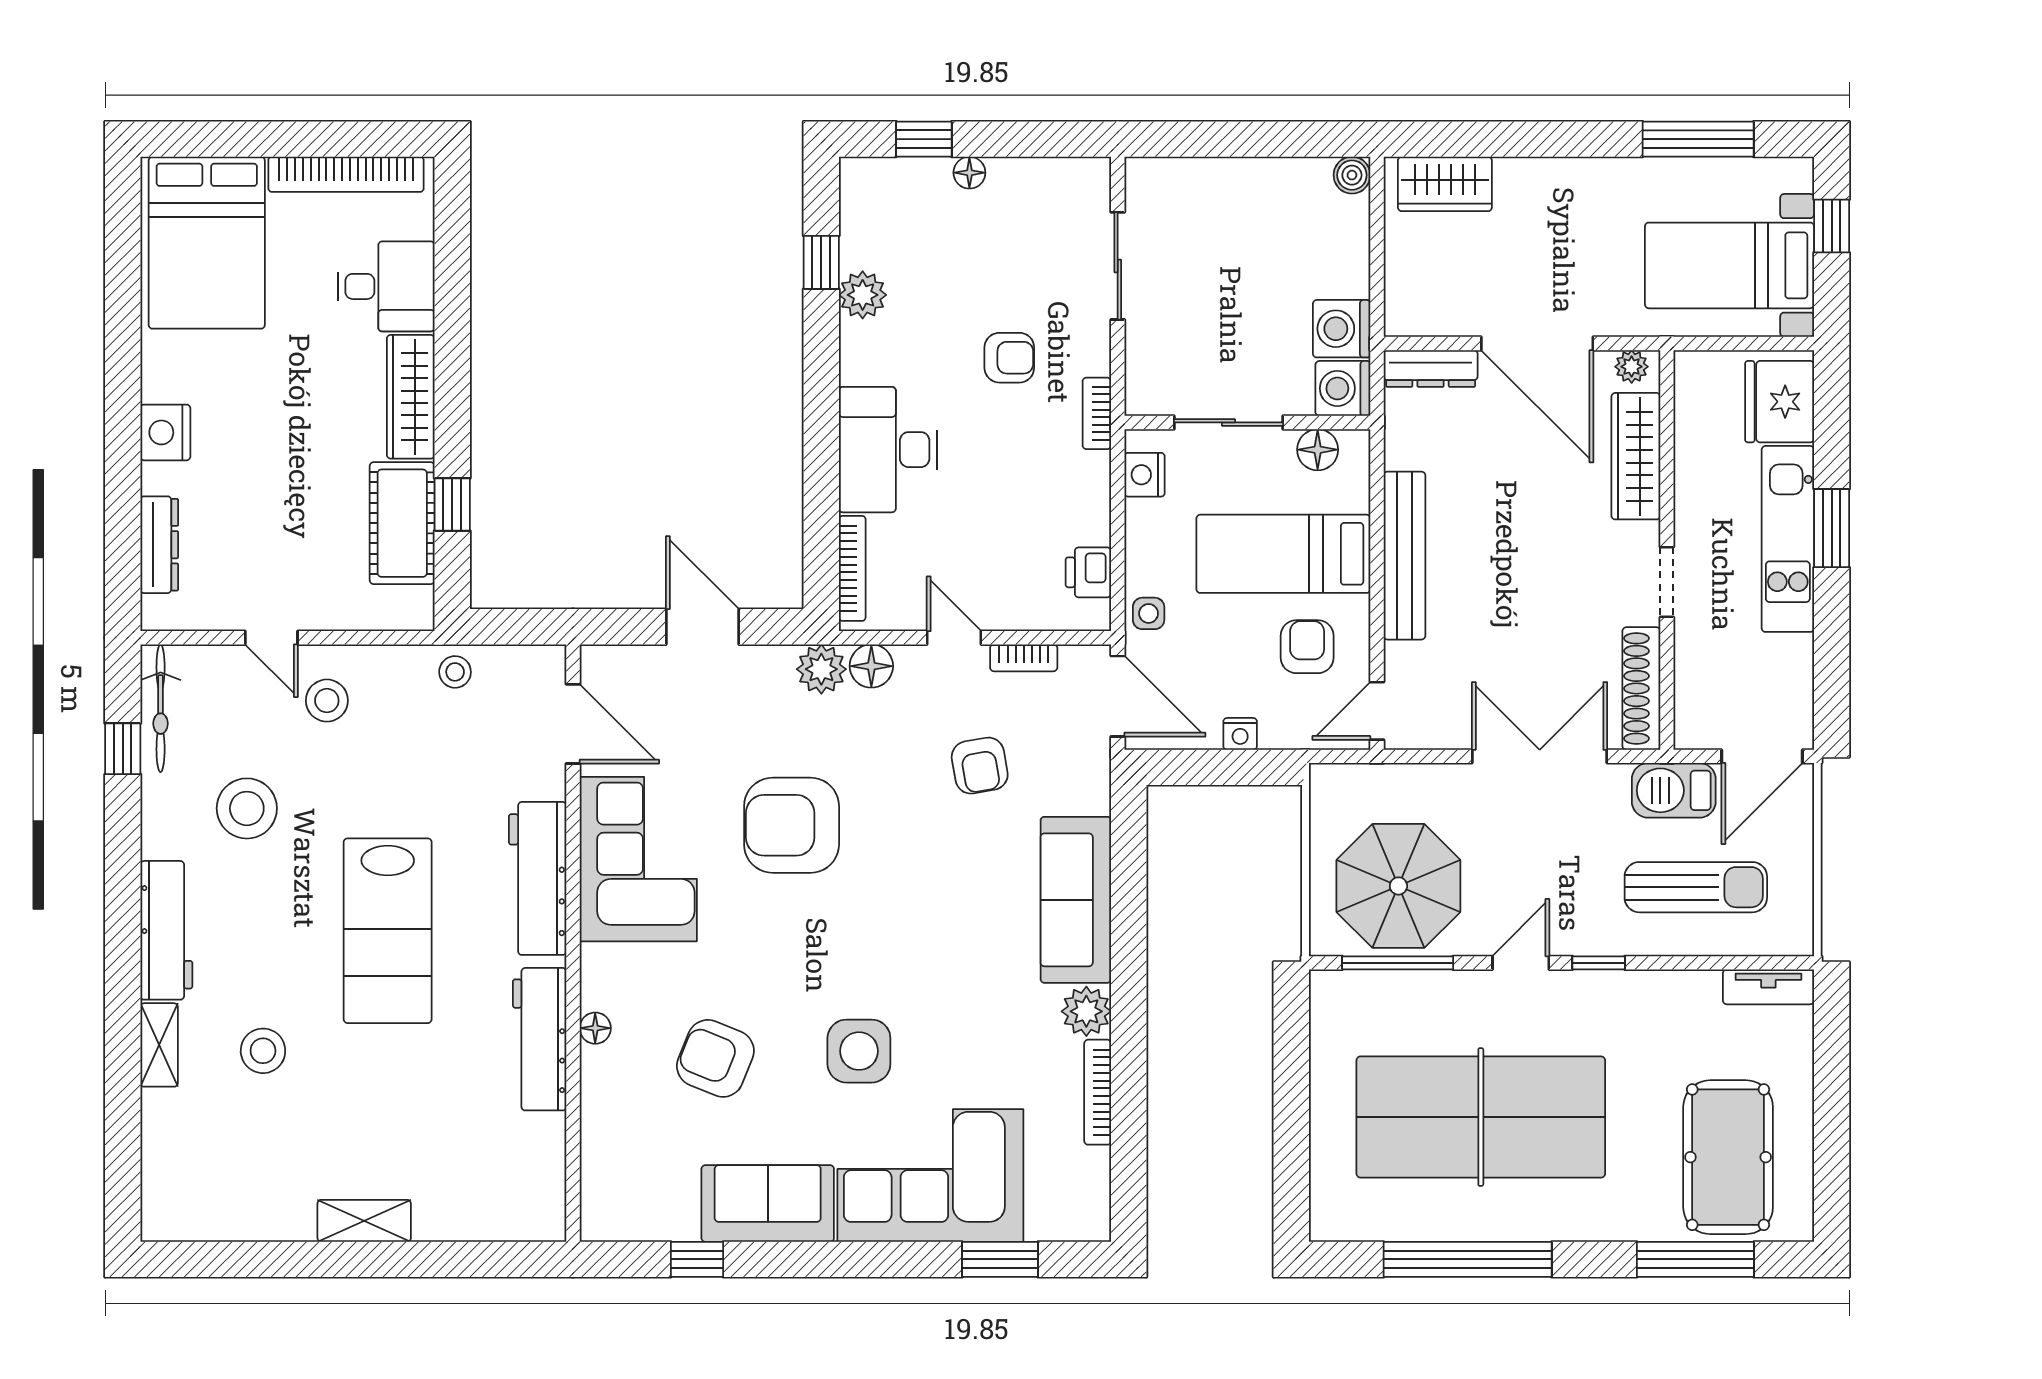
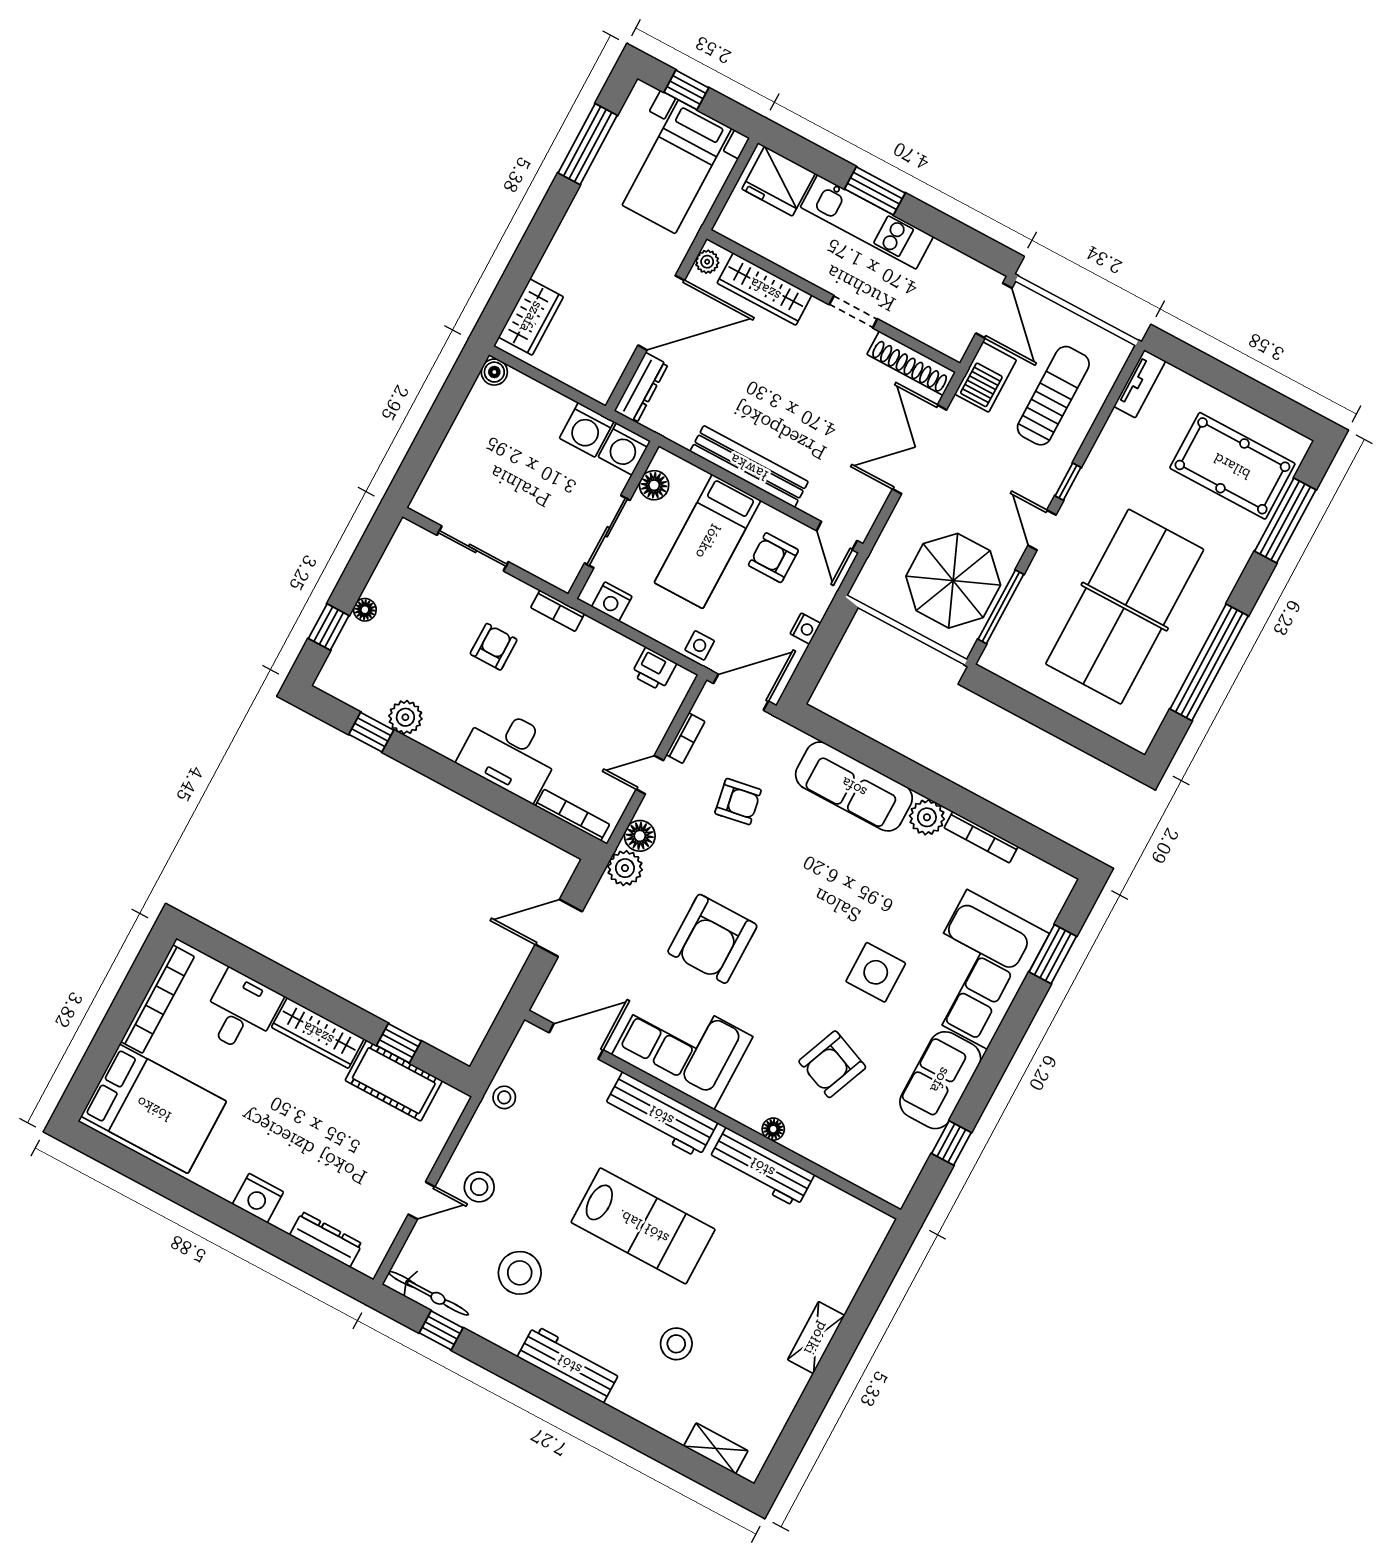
shelving: (159, 1045) -> (716, 1448), moved

